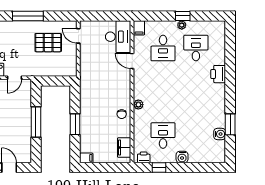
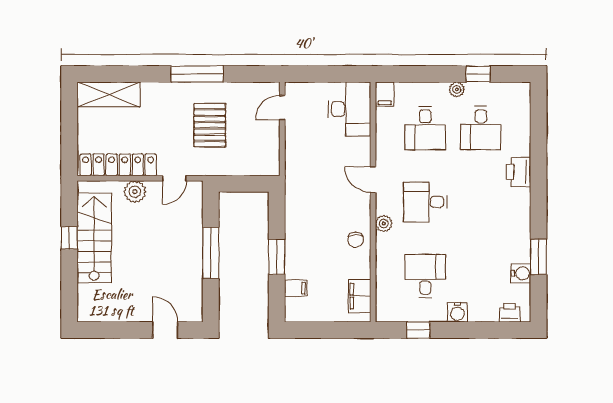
window: (183, 16) -> (478, 74), moved
door: (78, 36) -> (282, 108), hinge flipped
pallet: (48, 43) -> (210, 125), moved, turned 90
desk: (196, 48) -> (481, 128), turned 180
door: (132, 61) -> (373, 180), moved
desk: (163, 92) -> (425, 202), added
printer: (144, 157) -> (510, 313), moved
filing cabinet: (86, 158) -> (296, 288), moved

